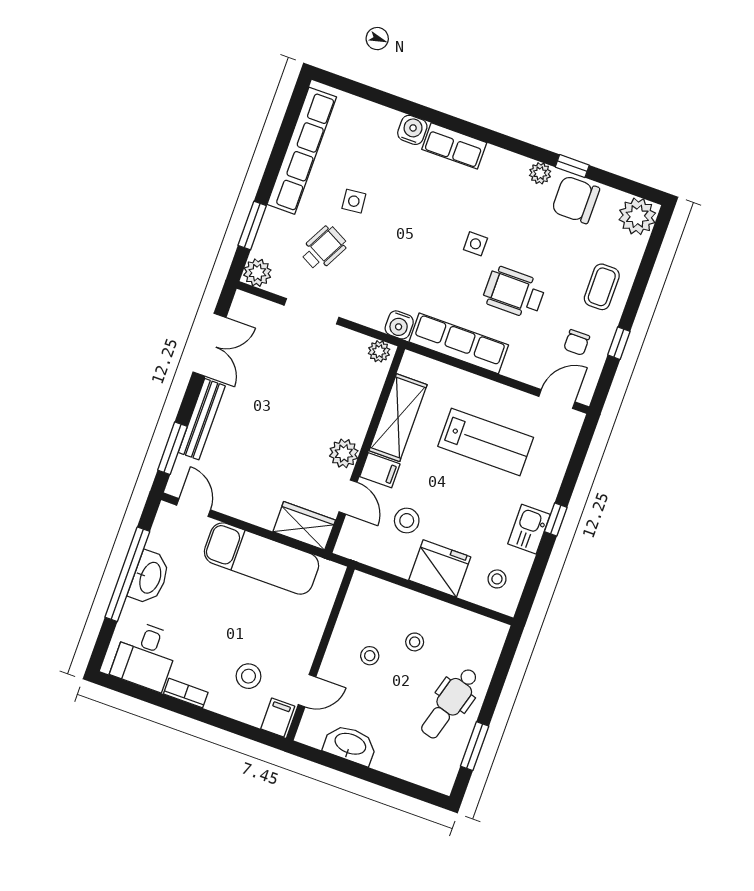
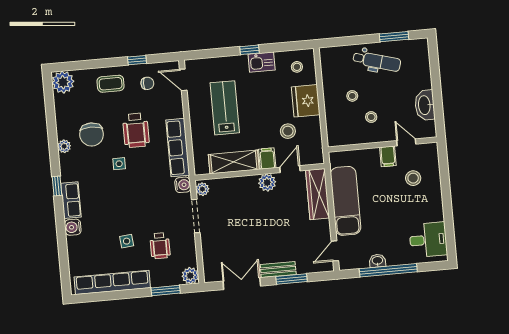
window: (572, 166) -> (57, 186), moved
chair: (576, 200) -> (92, 134), moved
wheelchair: (324, 248) -> (160, 246), turned -118
doorway: (311, 311) -> (196, 216), moved
bench: (202, 419) -> (278, 270), width x0.73
window: (172, 448) -> (292, 279), moved
wardrobe: (304, 526) -> (318, 194), width x1.50
washbasin: (149, 577) -> (377, 261), width x0.52, depth x0.69
bookcase: (186, 693) -> (438, 208), removed
filing cabinet: (278, 717) -> (388, 156), moved, turned -90

